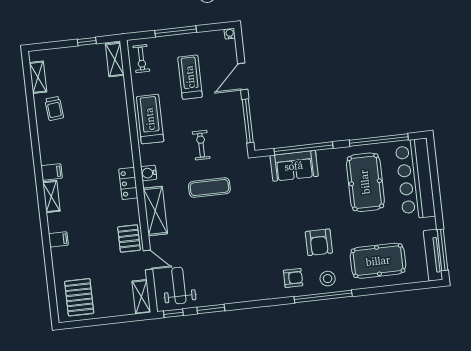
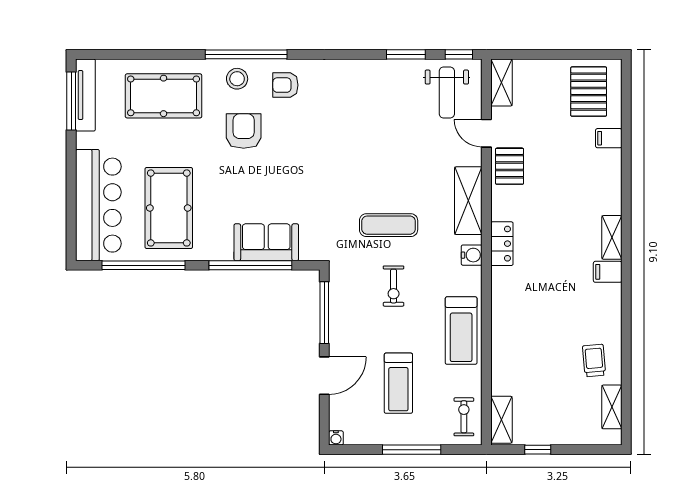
filing cabinet: (58, 239) -> (609, 138), moved

